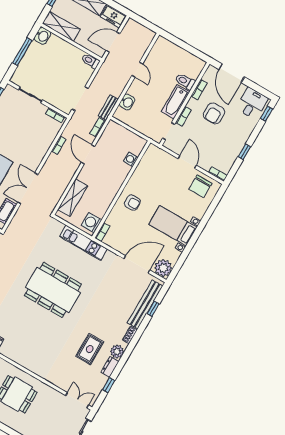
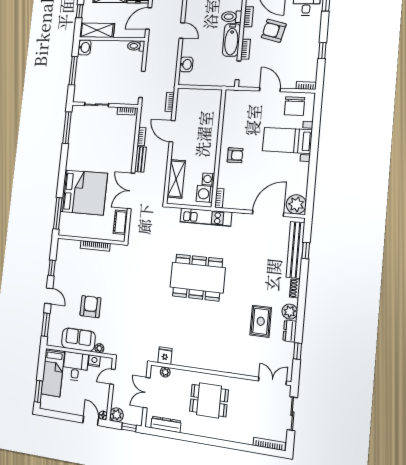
bench: (108, 108) -> (140, 159), moved
armchair: (214, 113) -> (274, 31), turned 104
washing machine: (131, 159) -> (208, 179), moved
bed with nightstands: (173, 226) -> (287, 140), moved

